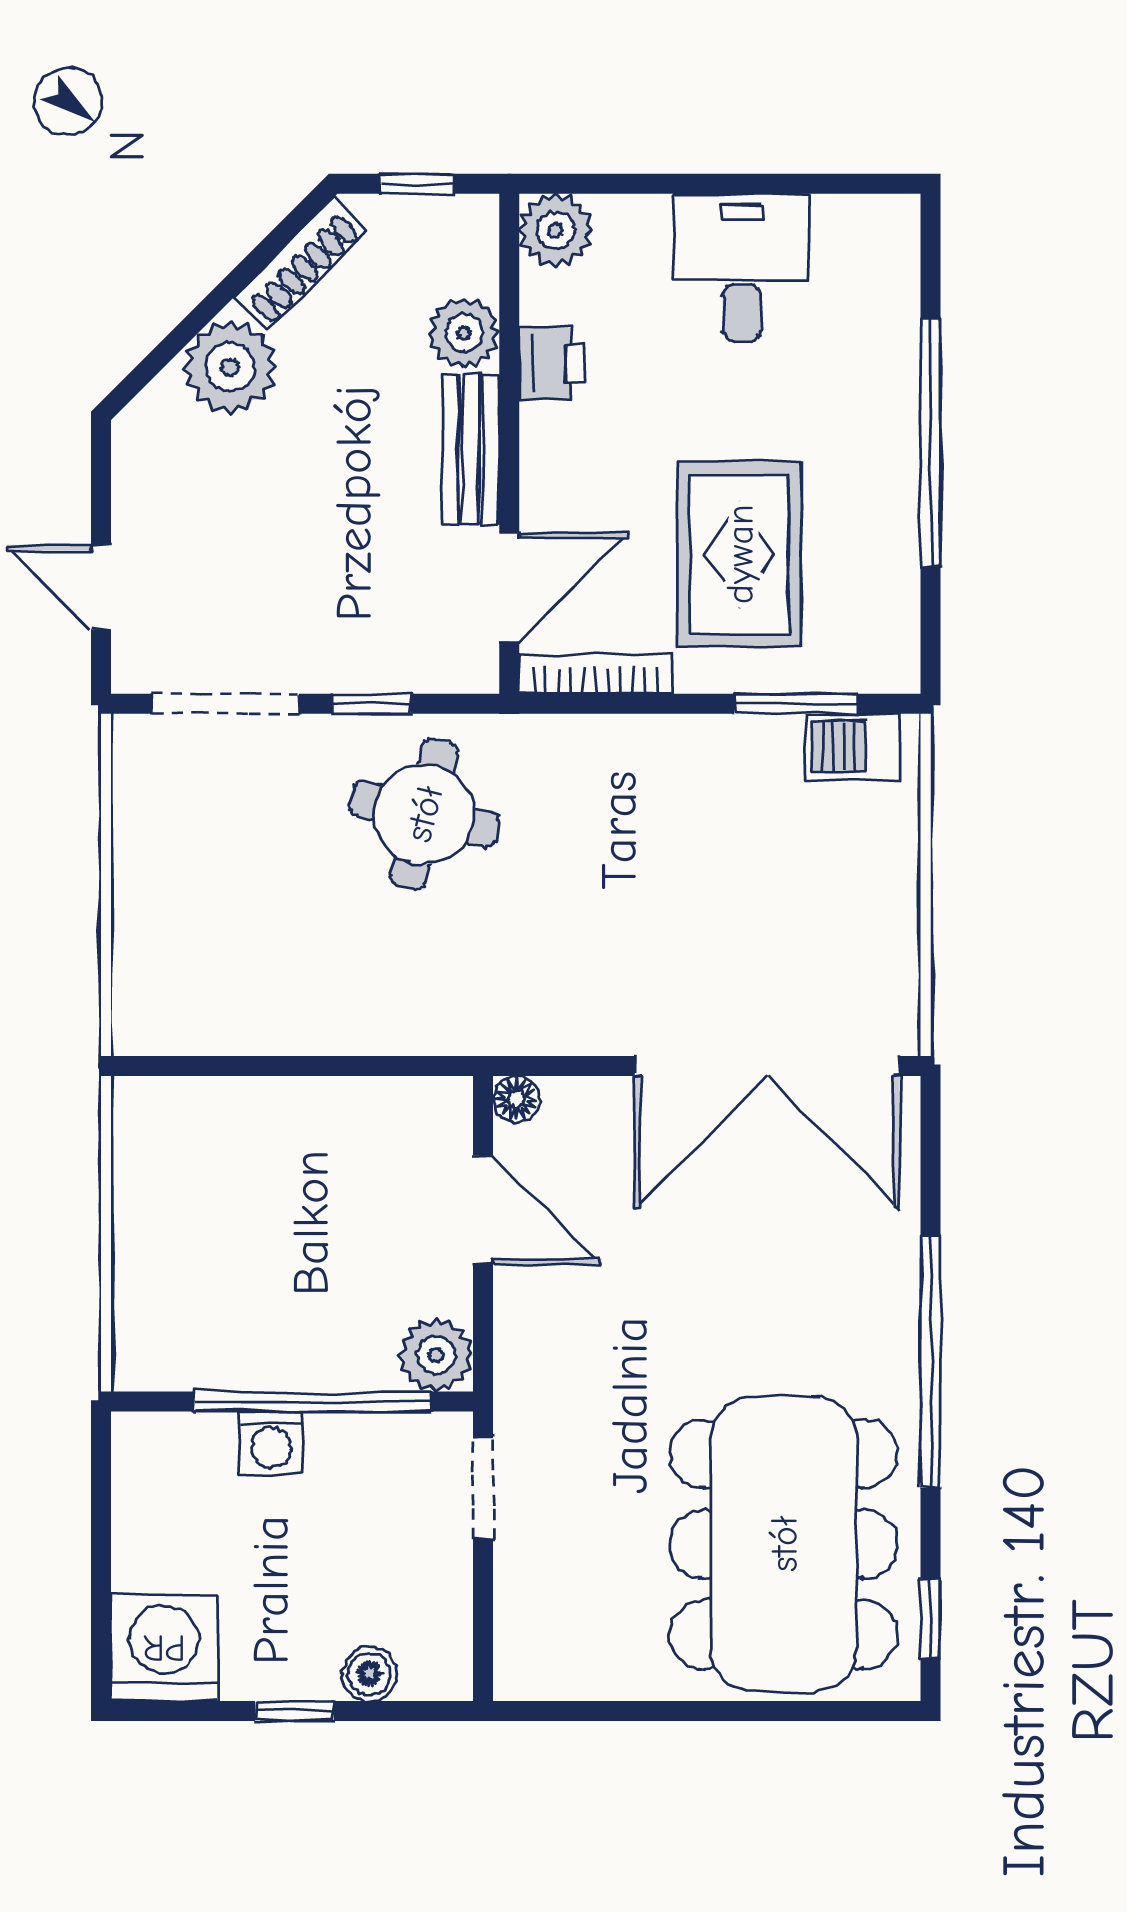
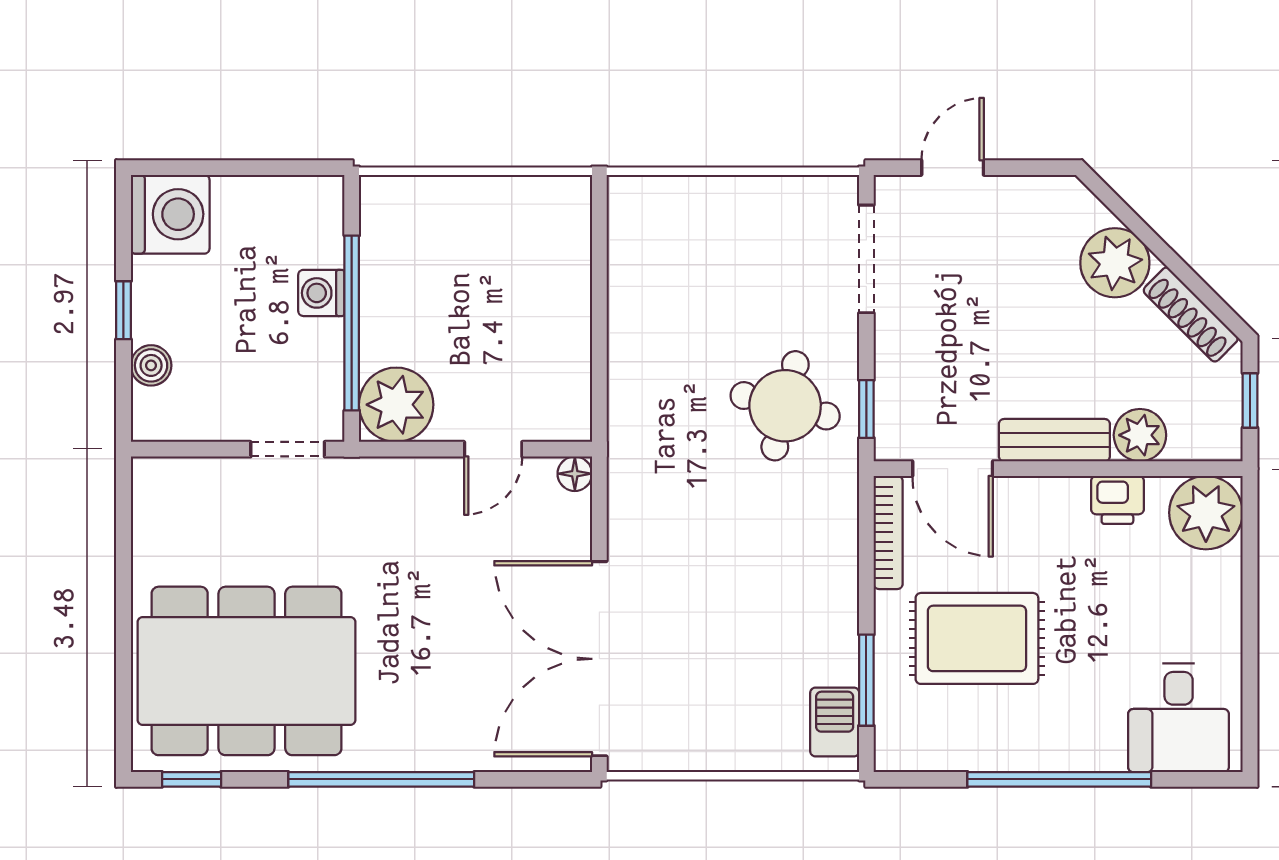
plant: (556, 230) -> (1206, 513), width x1.36, depth x1.36
desk: (742, 267) -> (1179, 718), moved, turned 90
window: (371, 704) -> (866, 409), moved
door: (483, 1210) -> (493, 449), width x0.73
plant: (436, 1355) -> (396, 405), width x1.36, depth x1.36

